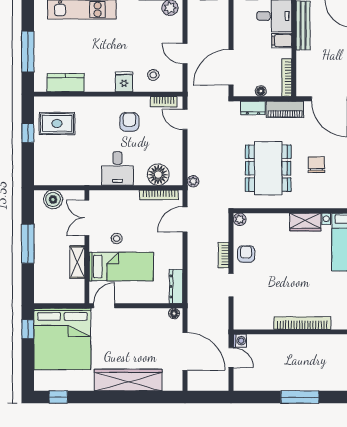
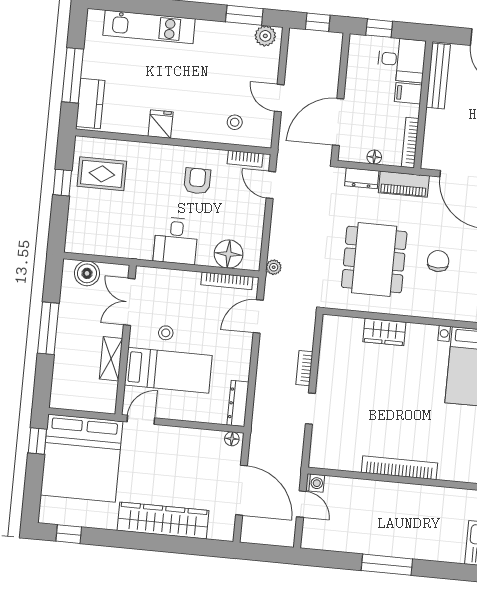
fridge: (124, 82) -> (161, 124), moved
kitchen counter: (66, 83) -> (90, 104), moved, turned 90
plant: (240, 219) -> (330, 323), removed
wardrobe: (305, 222) -> (384, 332), moved
armchair: (246, 254) -> (334, 370), removed

